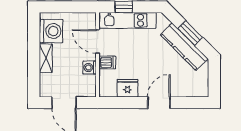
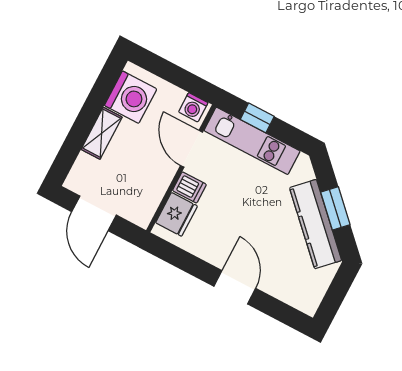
washing machine: (90, 67) -> (193, 107), moved, turned -90
fridge: (128, 88) -> (176, 214), moved, turned 90
door: (159, 103) -> (235, 287), hinge flipped

